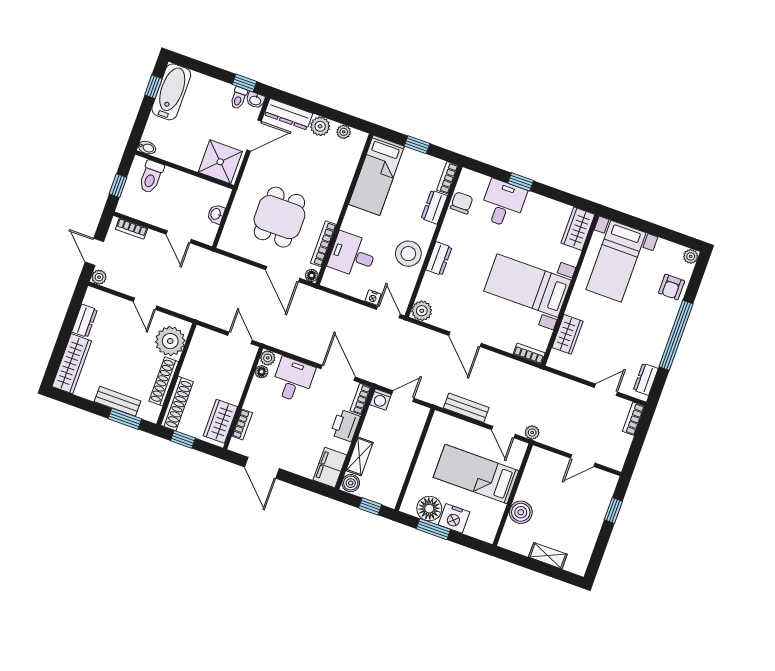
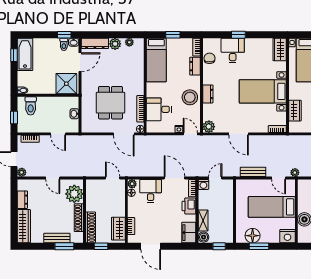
nightstand: (454, 518) -> (287, 236), moved

